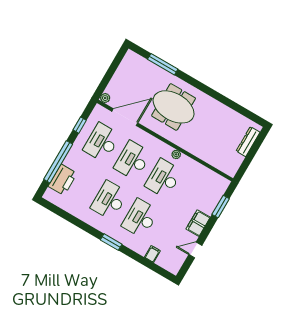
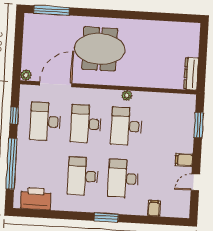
window: (163, 64) -> (52, 10), moved
dresser: (248, 142) -> (191, 74), moved
printer: (63, 180) -> (36, 199), moved, turned -90
filing cabinet: (198, 223) -> (184, 160), width x0.50

